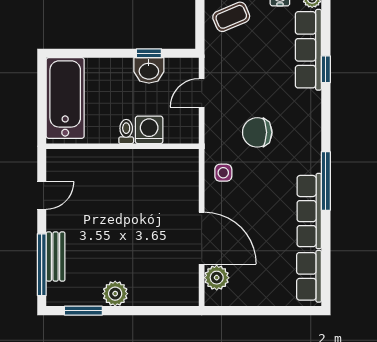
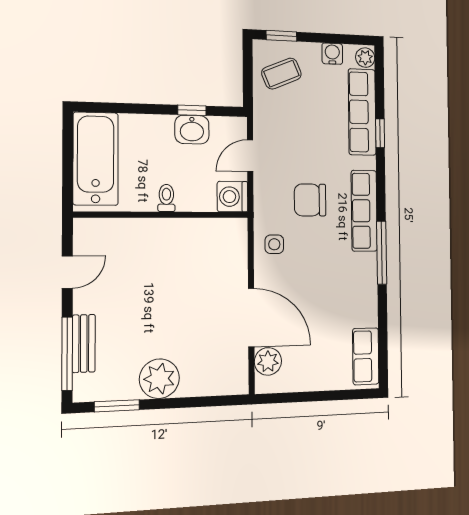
washing machine: (149, 130) -> (232, 197), moved, turned -90
row of seats: (309, 211) -> (364, 211), moved
plant: (115, 294) -> (159, 379), width x1.36, depth x1.36

